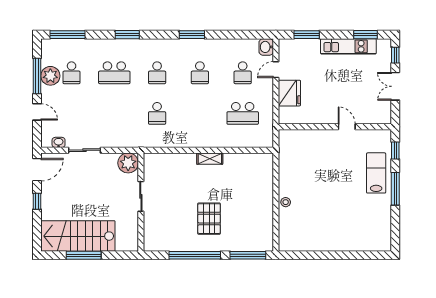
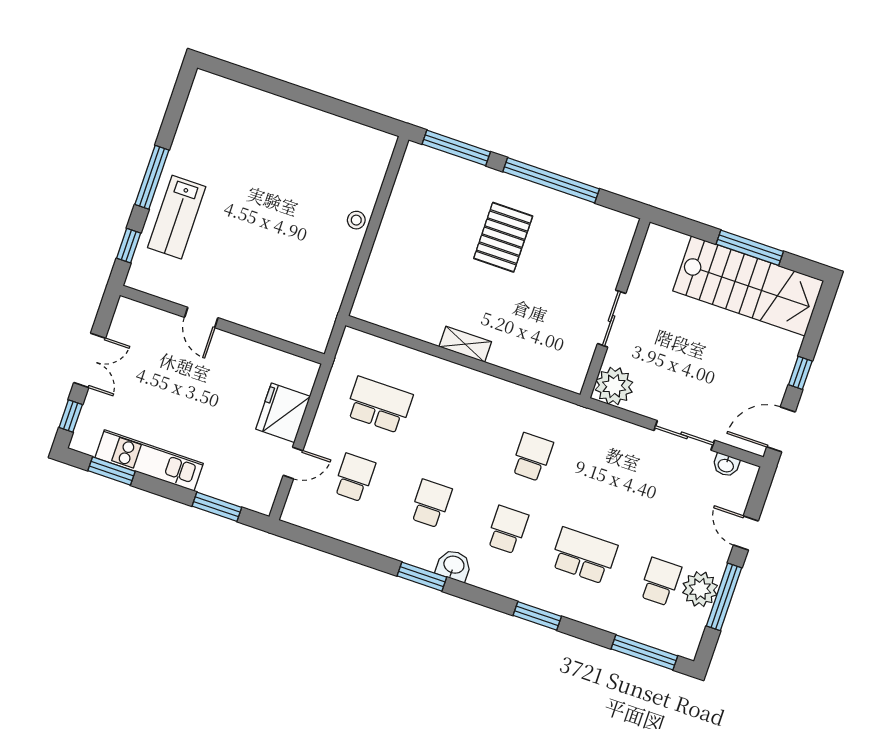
washbasin: (266, 47) -> (454, 565), moved, turned -90

